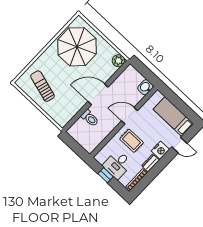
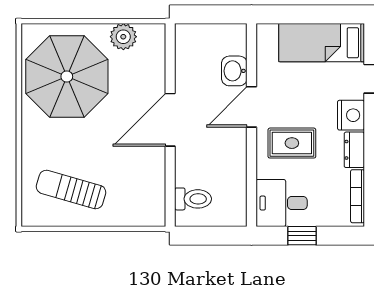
plant: (118, 61) -> (123, 37), moved
washbasin: (145, 87) -> (234, 71), moved
toilet: (90, 118) -> (193, 199), moved
desk: (117, 164) -> (282, 203), moved, turned 90

